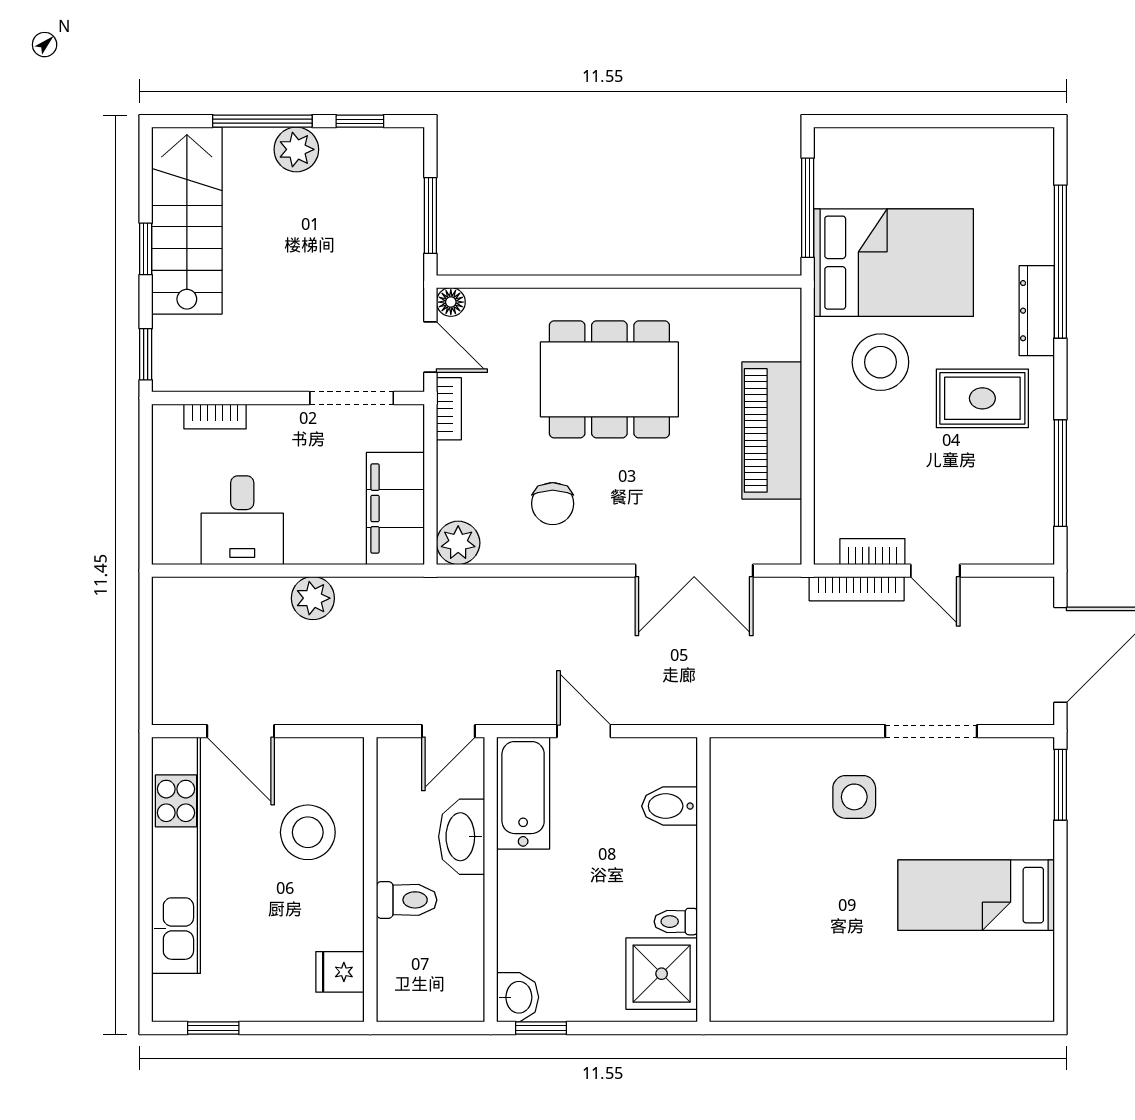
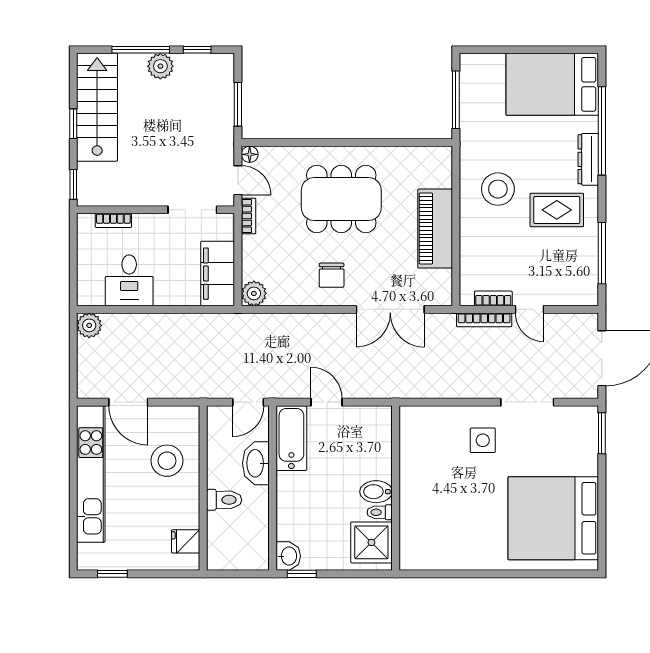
bed: (893, 263) -> (552, 84), moved, turned 180
chair: (553, 504) -> (332, 275), moved
plant: (313, 598) -> (89, 325), moved
bidet: (669, 806) -> (376, 492), moved
bed: (976, 895) -> (553, 518), width x2.04

